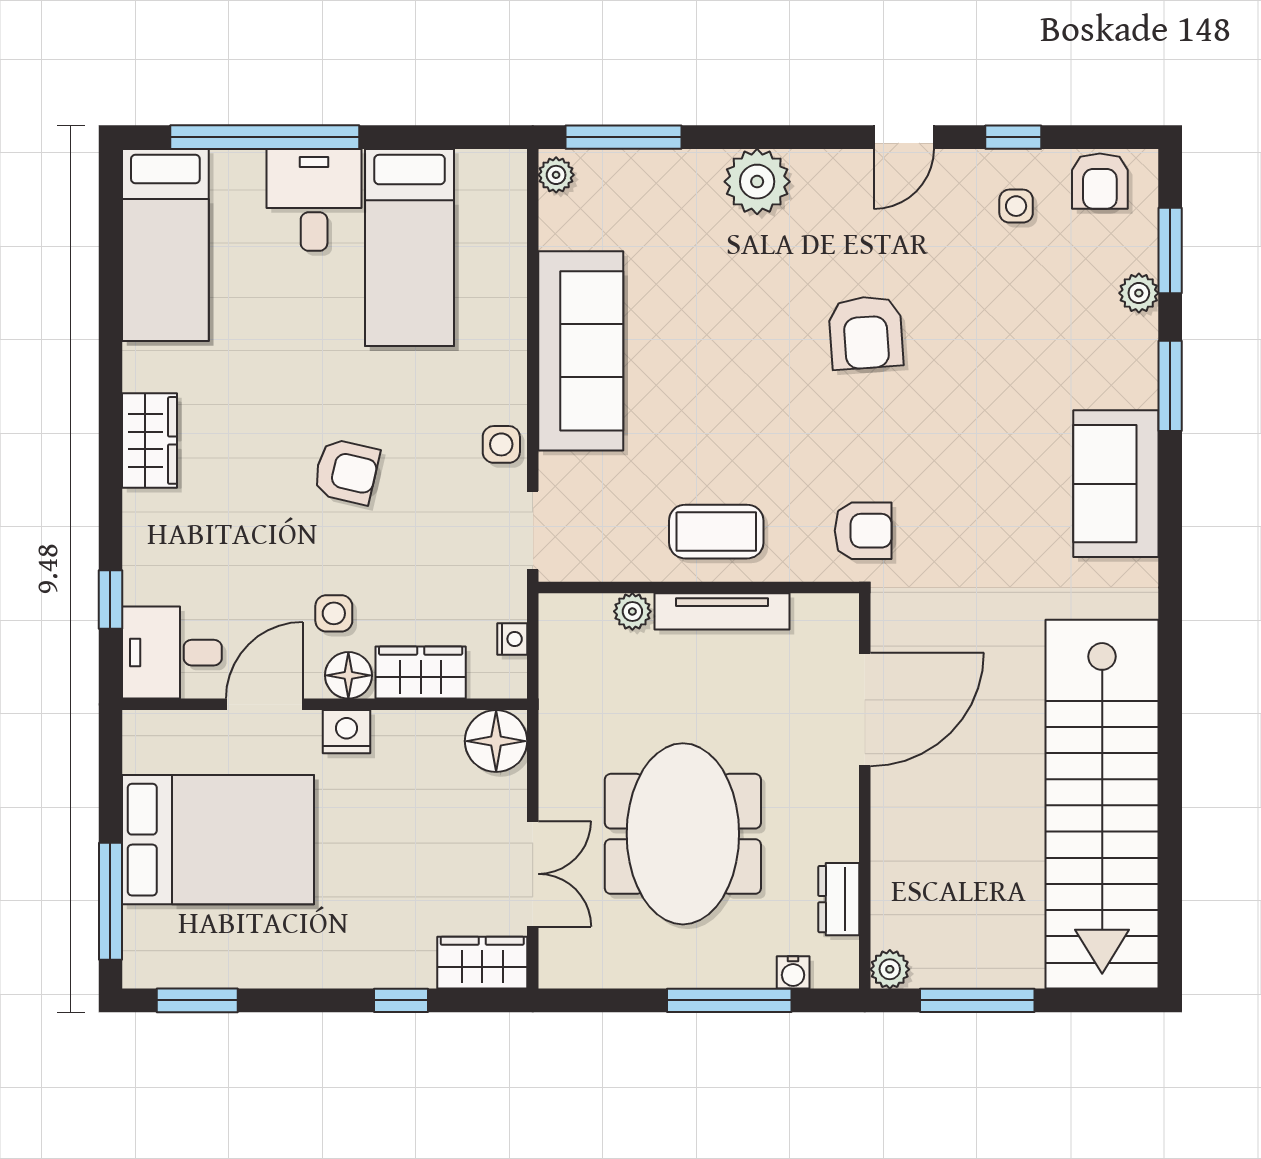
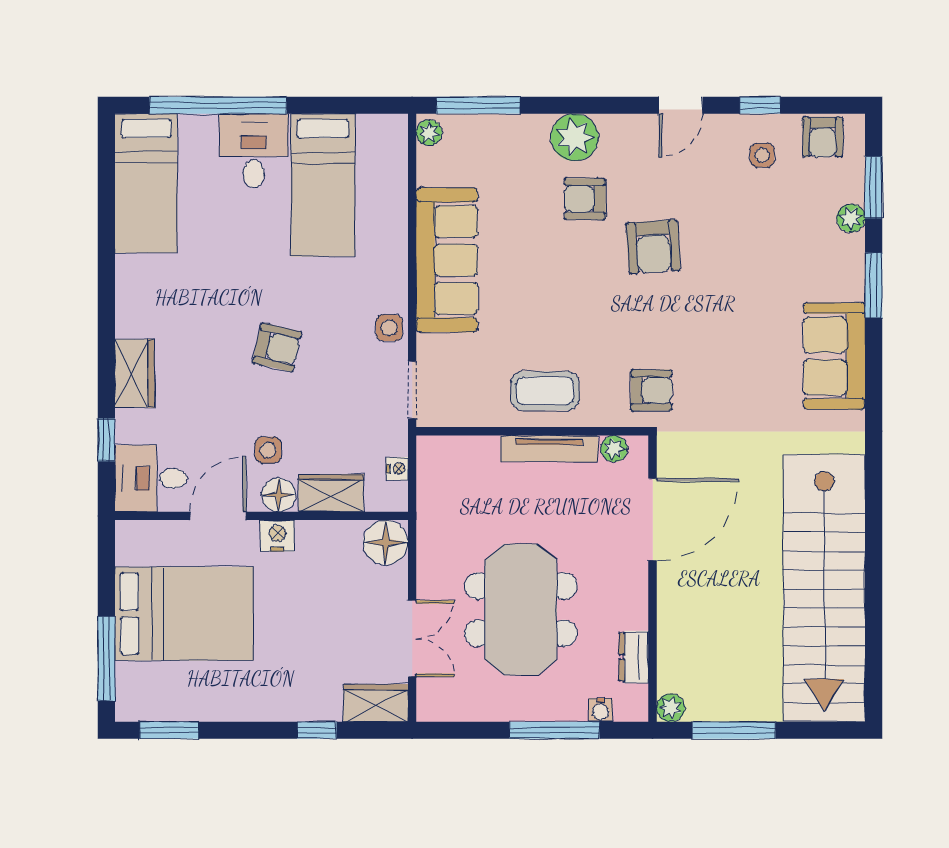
armchair: (771, 267) -> (585, 199), added
wardrobe: (150, 440) -> (135, 373), moved
plant: (632, 611) -> (614, 449), moved

